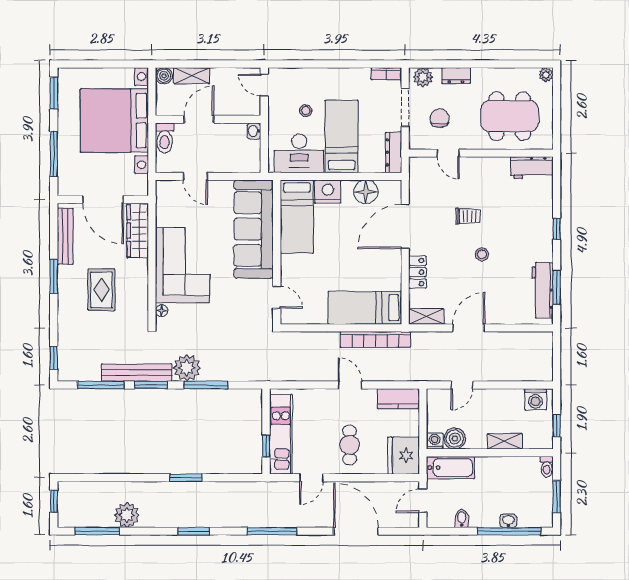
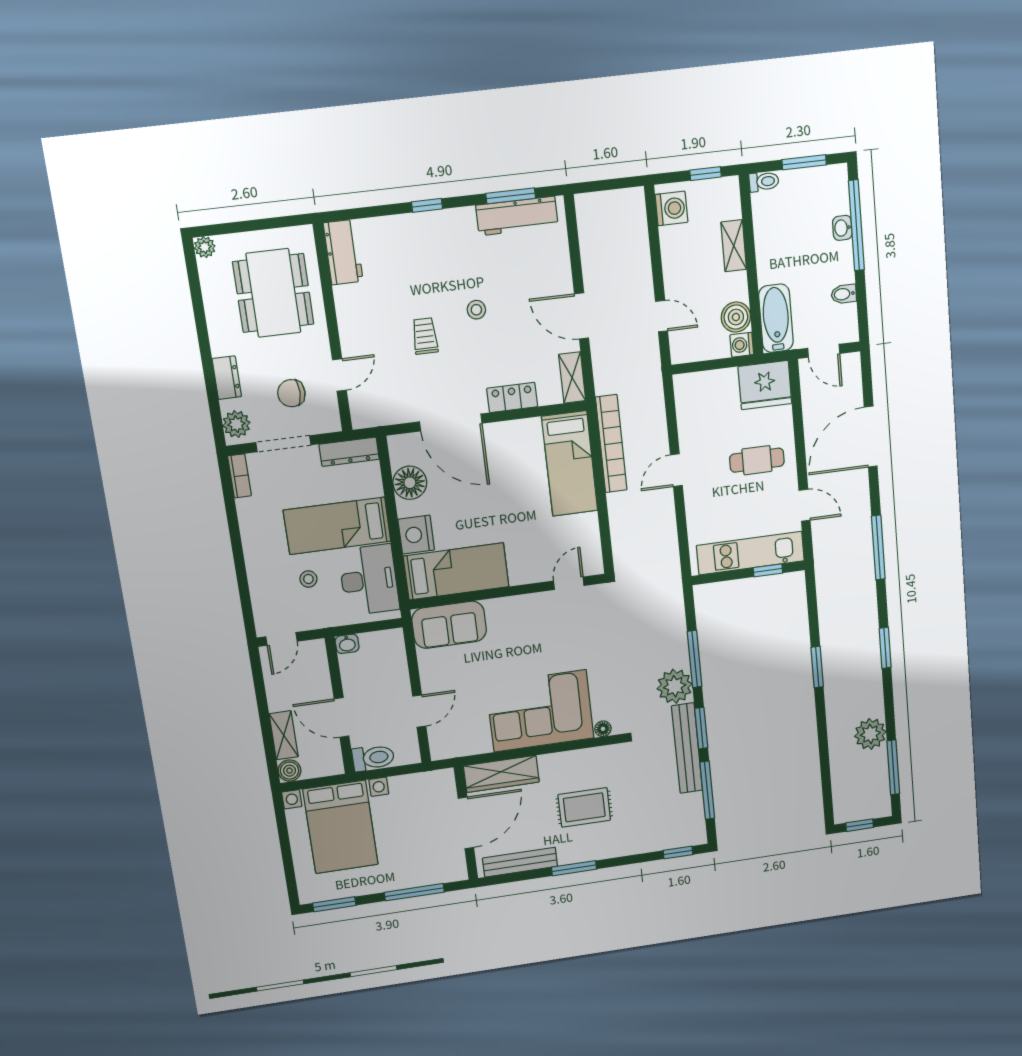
bed with nightstands: (114, 121) -> (341, 827), width x0.73
sofa: (254, 229) -> (449, 625), width x0.54, depth x0.79
kitchen counter: (398, 399) -> (689, 403), removed

